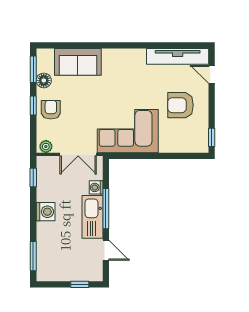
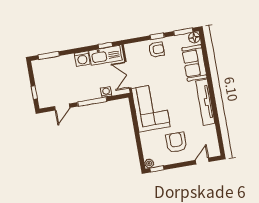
tv unit: (178, 56) -> (205, 102), moved
floor lamp: (44, 80) -> (194, 38), moved
plant: (46, 147) -> (149, 163), moved
kitchen sink: (92, 217) -> (105, 55), moved, turned 180

